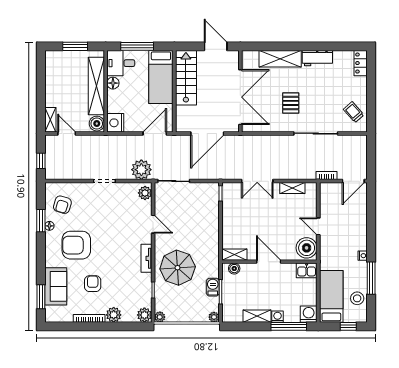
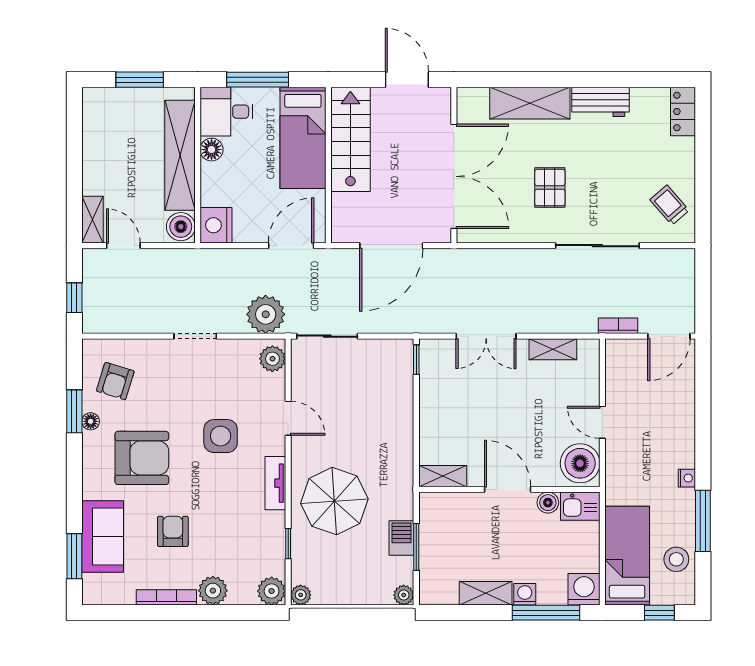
side table: (118, 234) -> (221, 436), added
armchair: (76, 245) -> (142, 458), turned 180
boiler: (234, 269) -> (548, 503), moved

